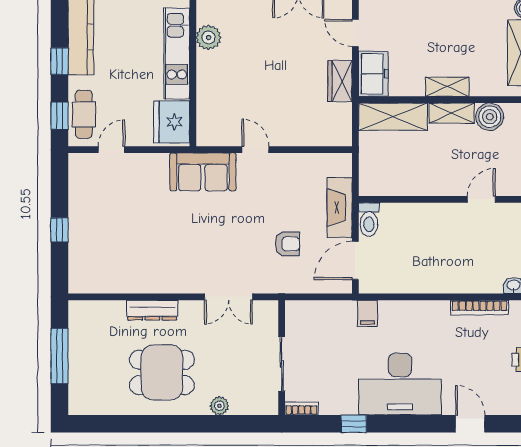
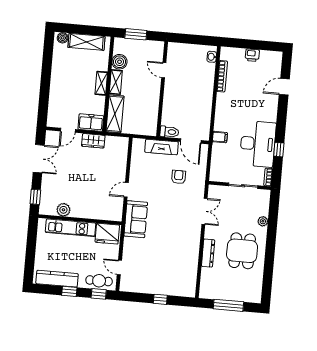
desk: (400, 384) -> (258, 144), moved

